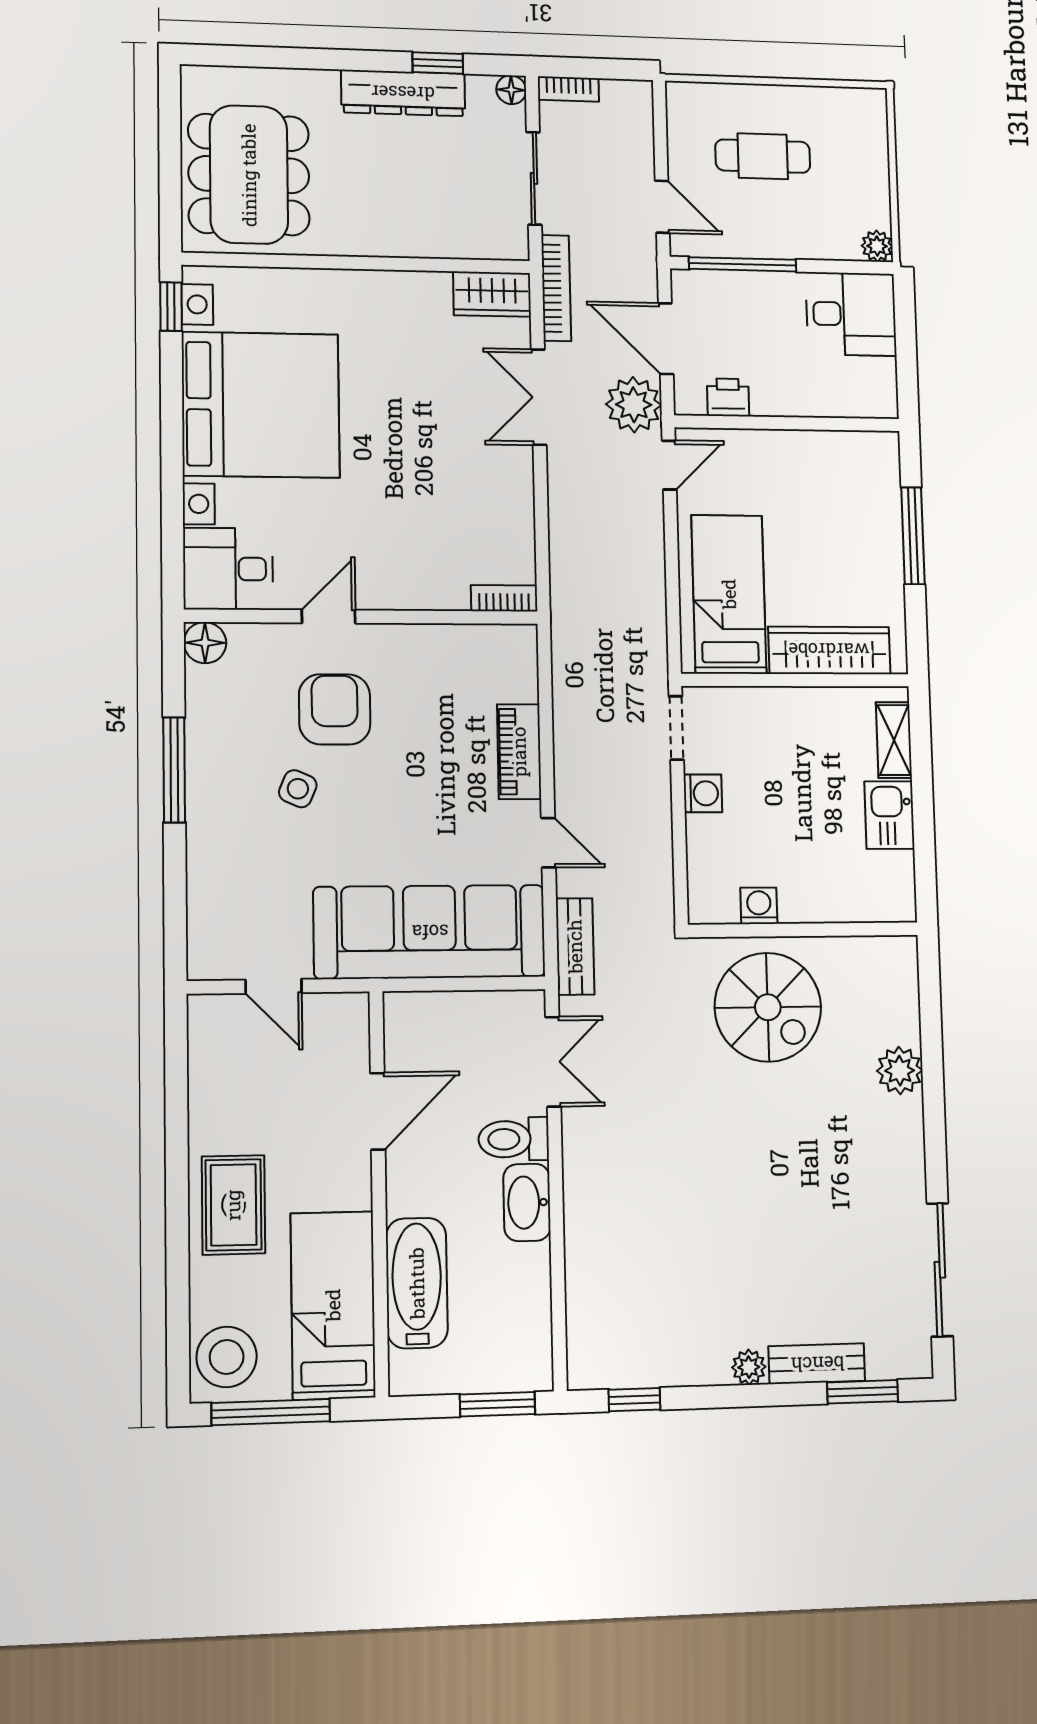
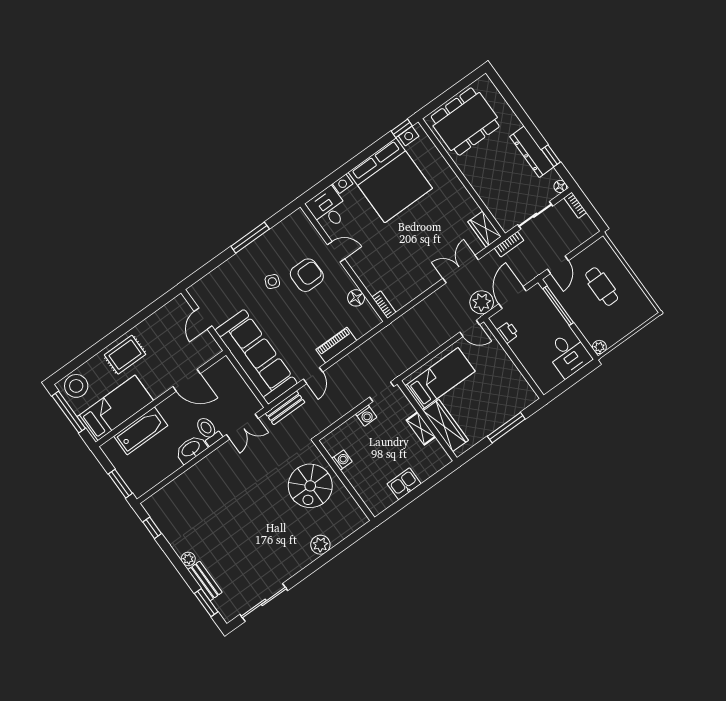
bookcase: (556, 288) -> (509, 244), width x0.64
floor lamp: (205, 643) -> (356, 298), moved
shelving: (894, 740) -> (421, 428), moved, turned 90

